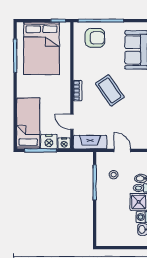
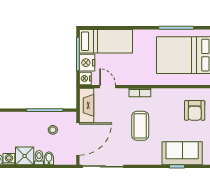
coffee table: (110, 90) -> (140, 126), turned -55
door: (72, 122) -> (108, 87), hinge flipped
door: (122, 150) -> (78, 139), width x1.87

